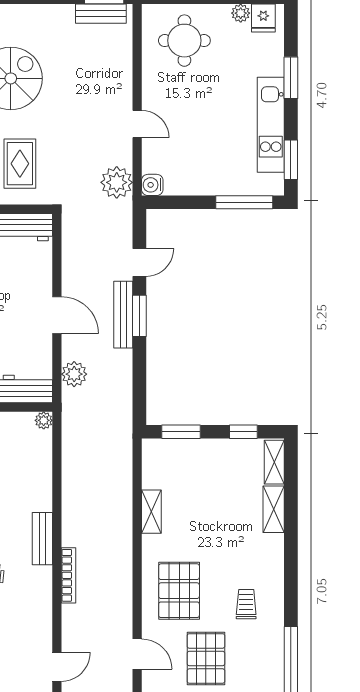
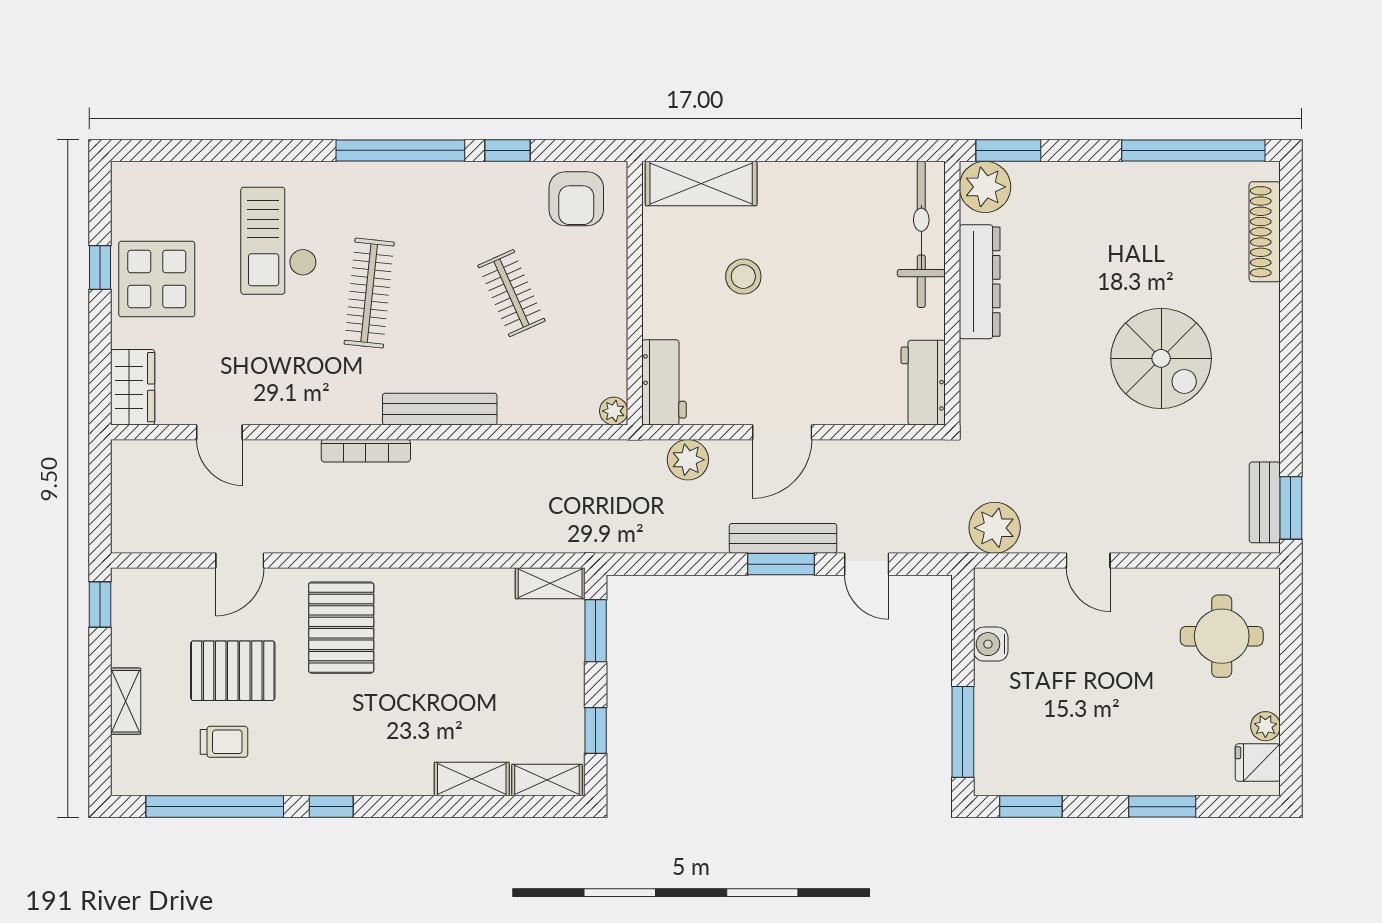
door: (137, 124) -> (1088, 561), hinge flipped
kitchen unit: (271, 125) -> (1087, 774), removed
rug: (20, 164) -> (1025, 373), removed
water cooler: (152, 185) -> (991, 644), moved, turned -90
shelving: (151, 512) -> (550, 583), moved
bench: (42, 539) -> (440, 409), width x1.36
pallet: (179, 591) -> (341, 628), turned 90
window: (291, 597) -> (331, 807), added
trolley: (246, 604) -> (224, 742), moved

